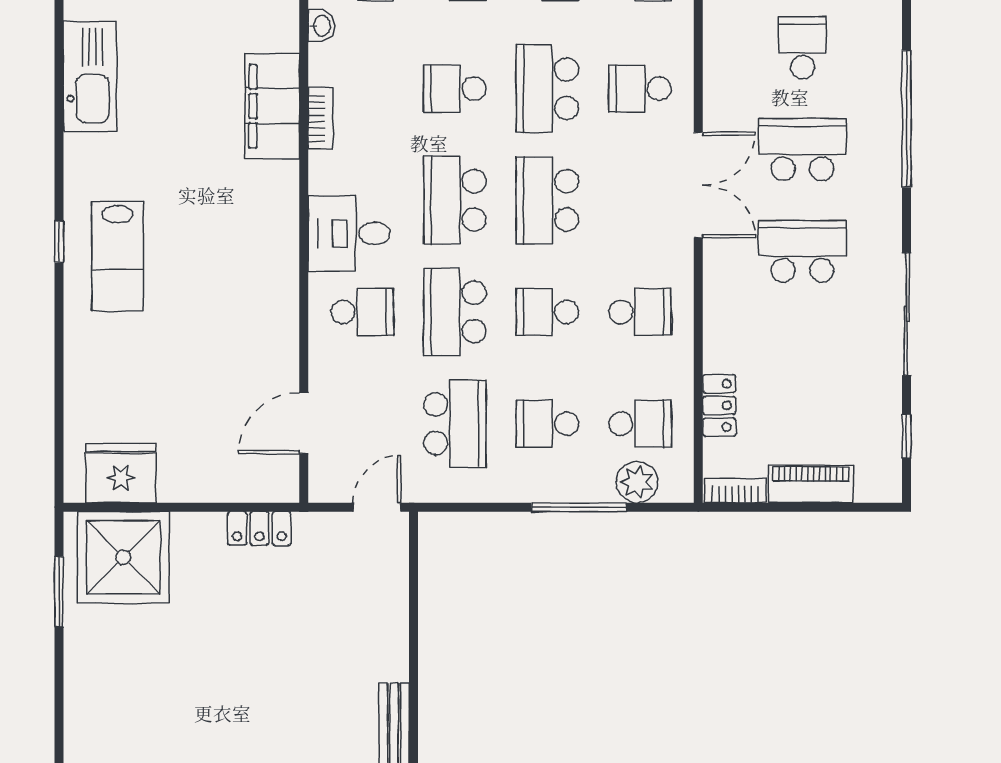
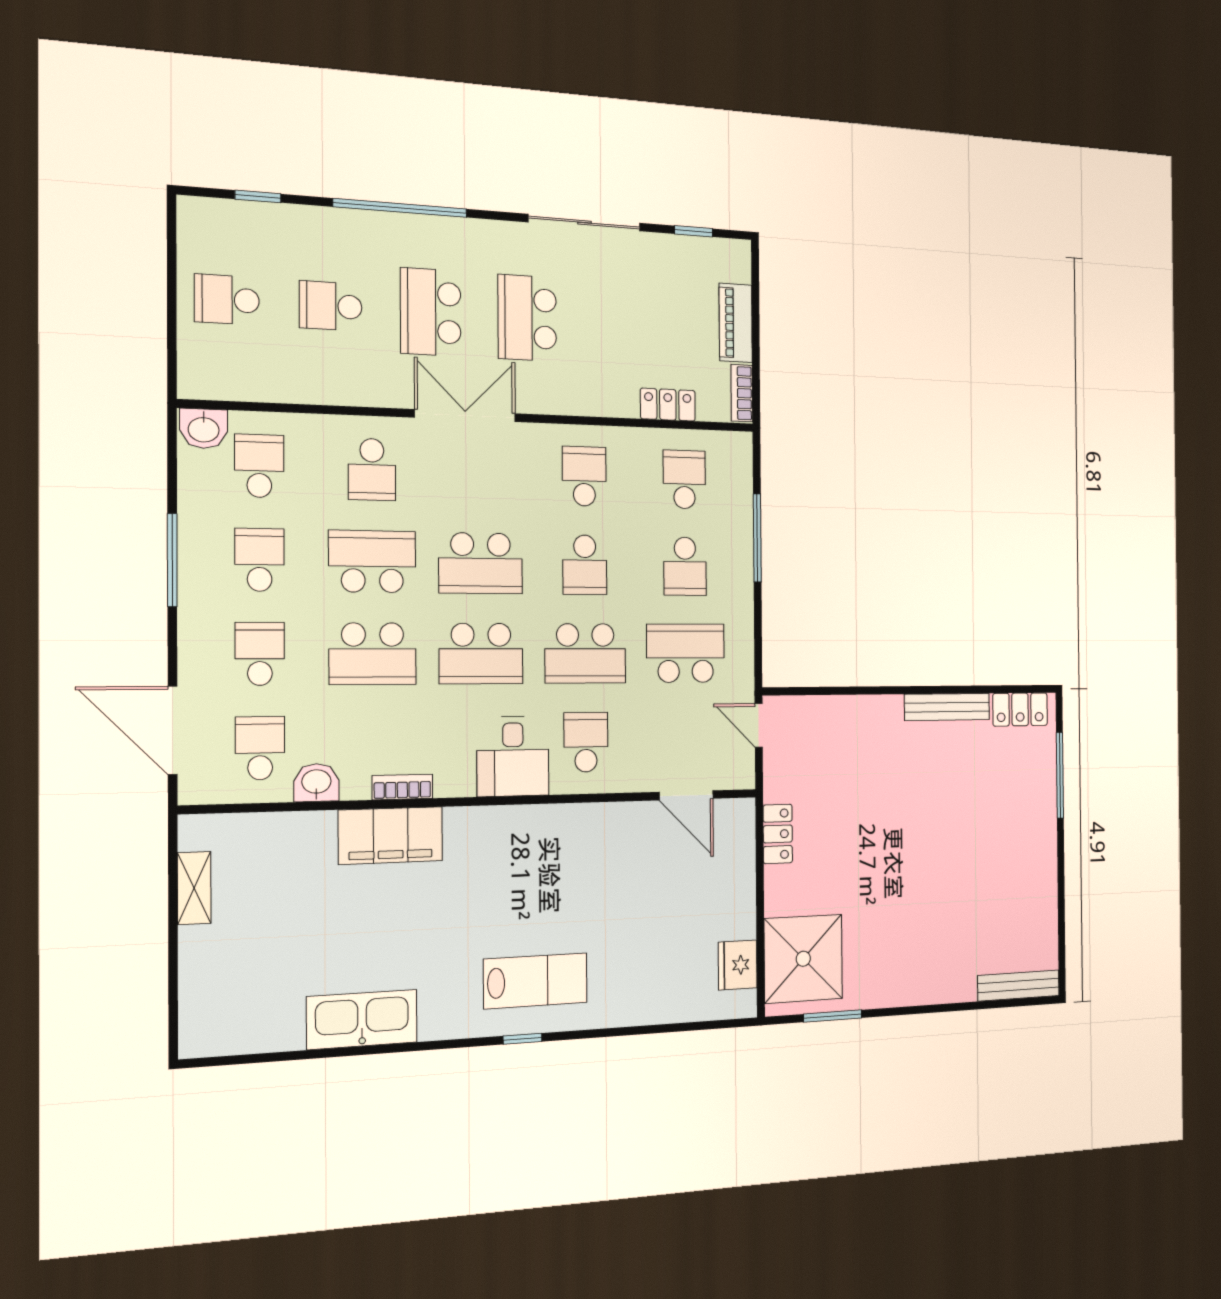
washbasin: (321, 26) -> (316, 783), width x1.38, depth x1.45
school desk: (455, 89) -> (373, 654), width x1.85
school desk: (547, 89) -> (372, 562), turned 180
fridge: (121, 473) -> (738, 965), width x0.73, depth x0.75
plant: (637, 482) -> (735, 484), removed

